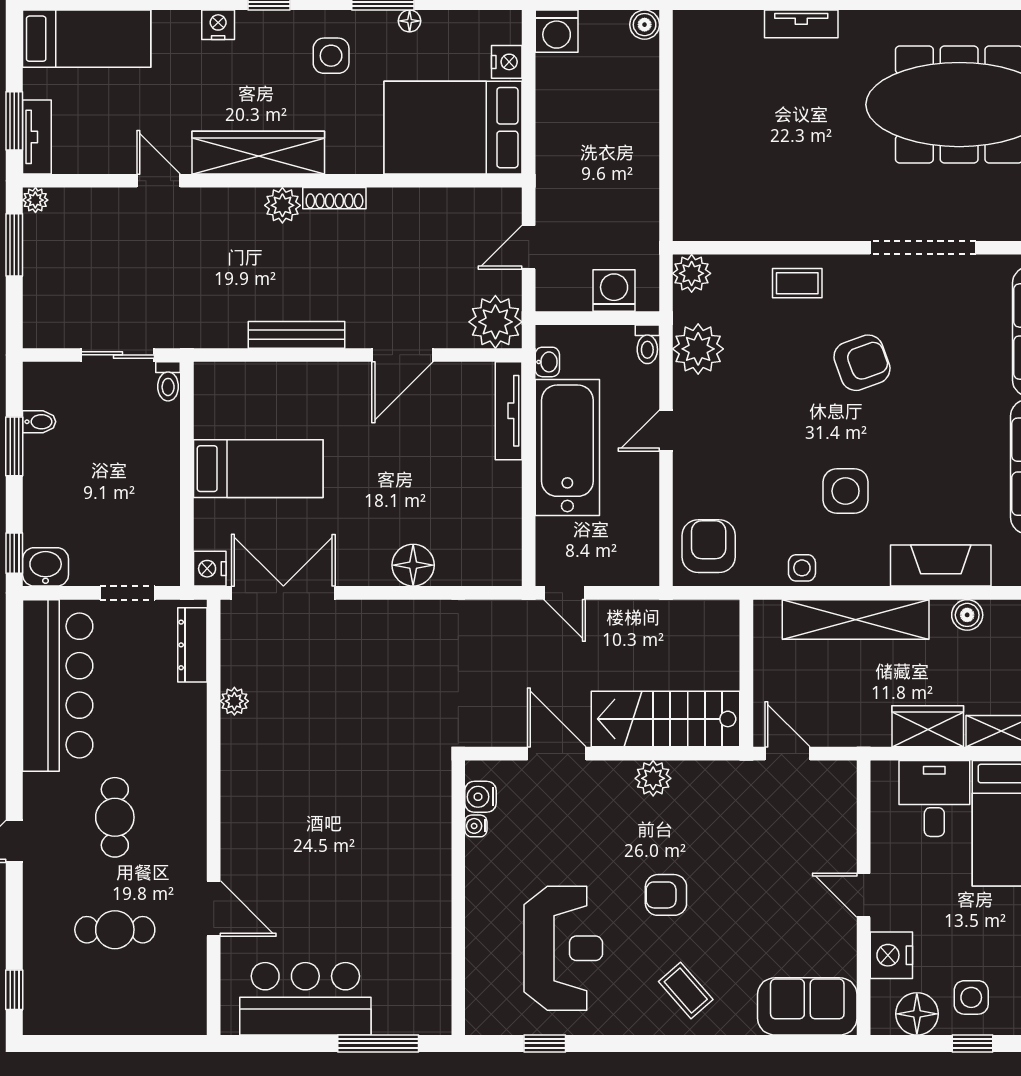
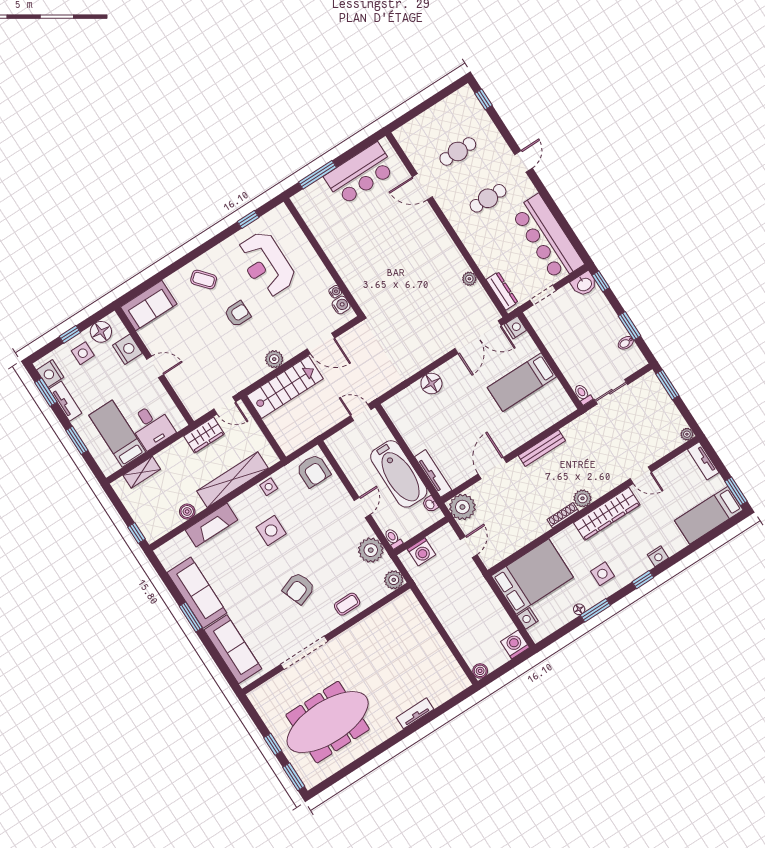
window: (14, 121) -> (736, 491), moved
window: (14, 245) -> (667, 385), moved
wardrobe: (928, 726) -> (204, 435), moved
cafe table: (115, 817) -> (488, 198), turned 90

